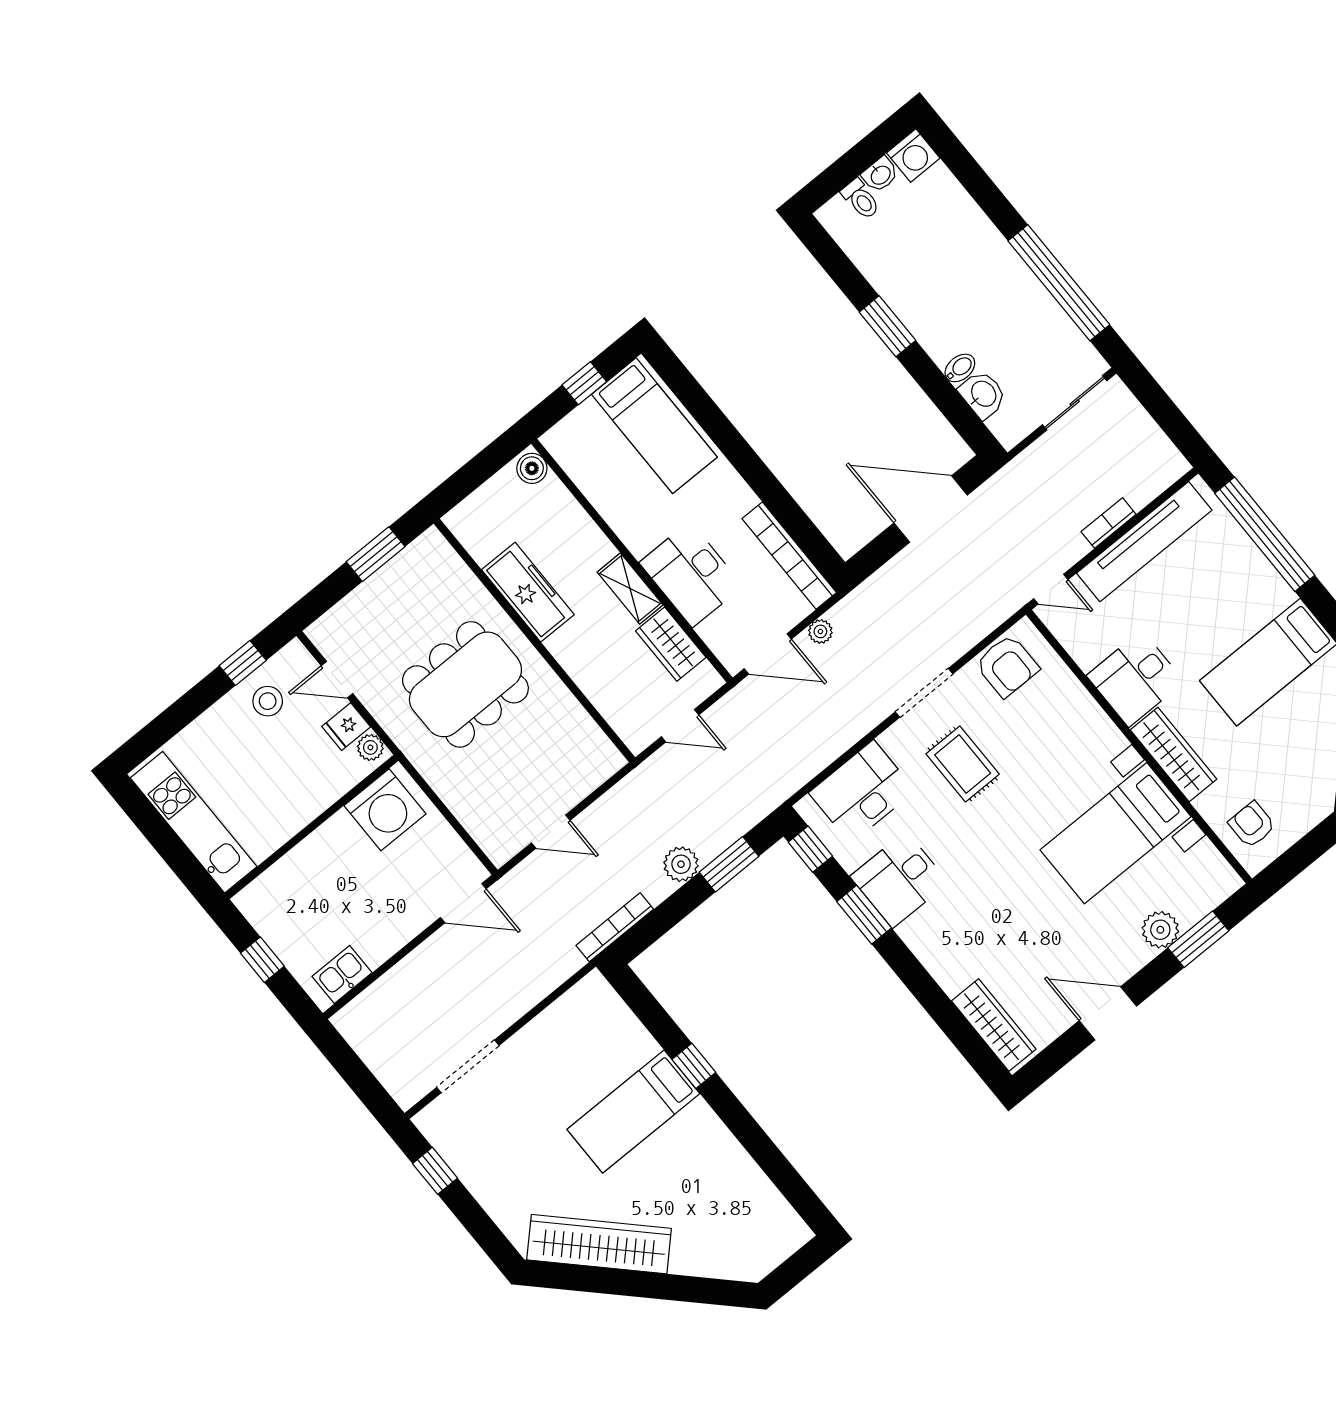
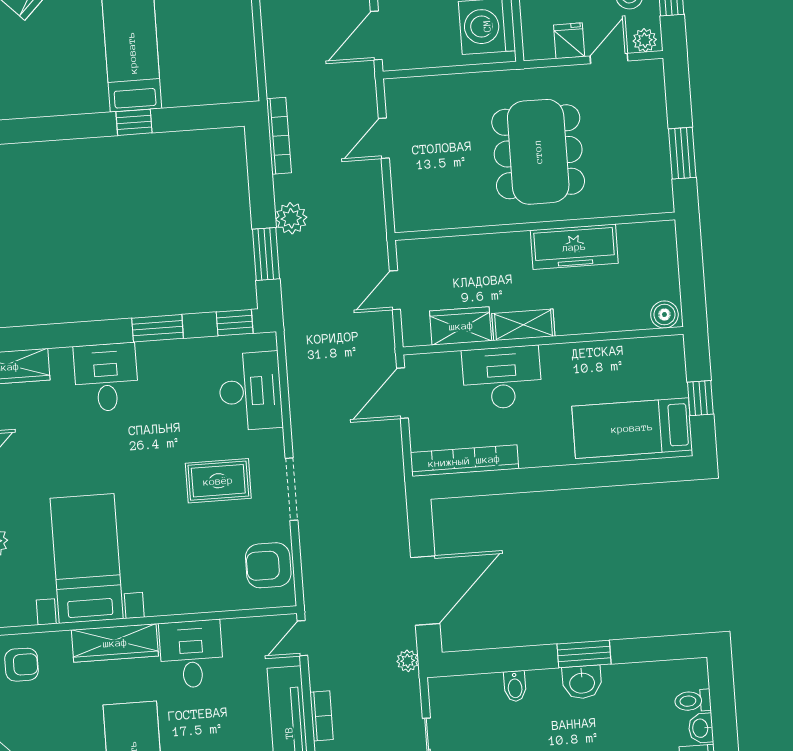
washbasin: (983, 394) -> (582, 682), moved
plant: (820, 631) -> (408, 661), moved
plant: (370, 747) -> (645, 40), moved
desk: (899, 879) -> (106, 377), moved

